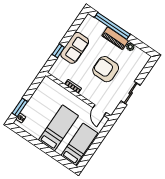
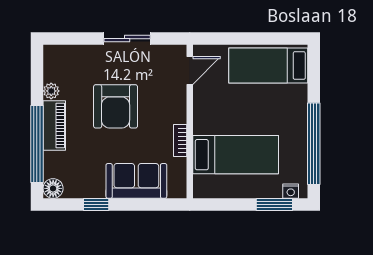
floor lamp: (89, 20) -> (53, 188), added
sofa: (75, 48) -> (136, 181), moved
window: (58, 51) -> (96, 205), moved
bed: (58, 128) -> (236, 155), moved, turned 180
window: (34, 141) -> (314, 144), added

